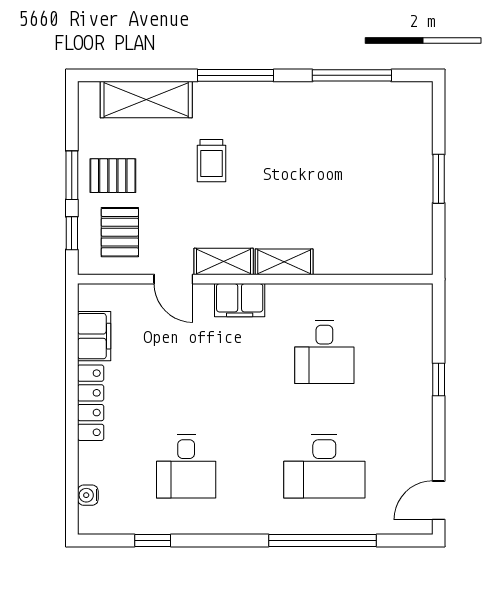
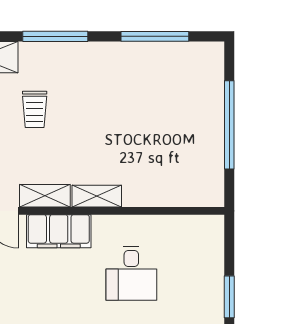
window: (439, 179) -> (229, 125), width x2.11
filing cabinet: (240, 300) -> (59, 231), width x1.50, depth x1.17
window: (439, 380) -> (229, 297), width x1.50

